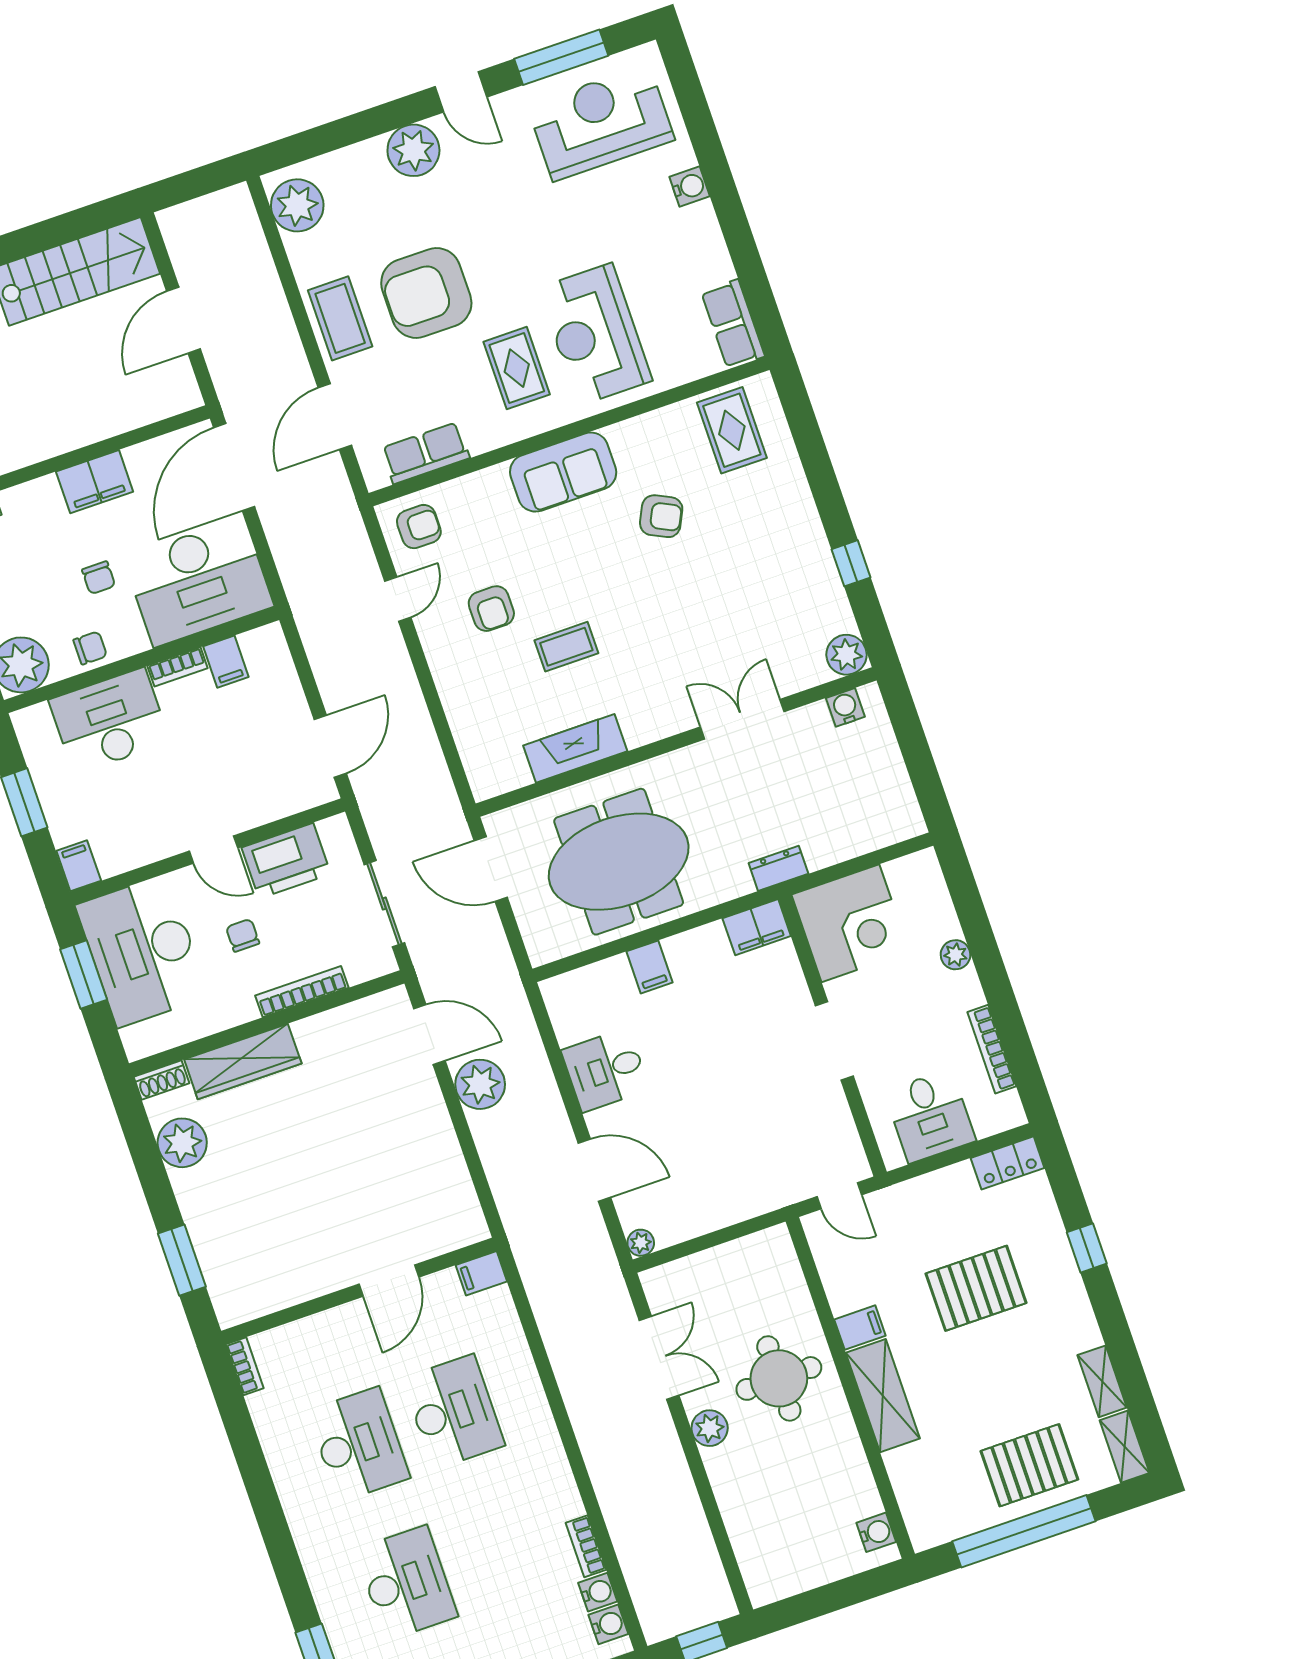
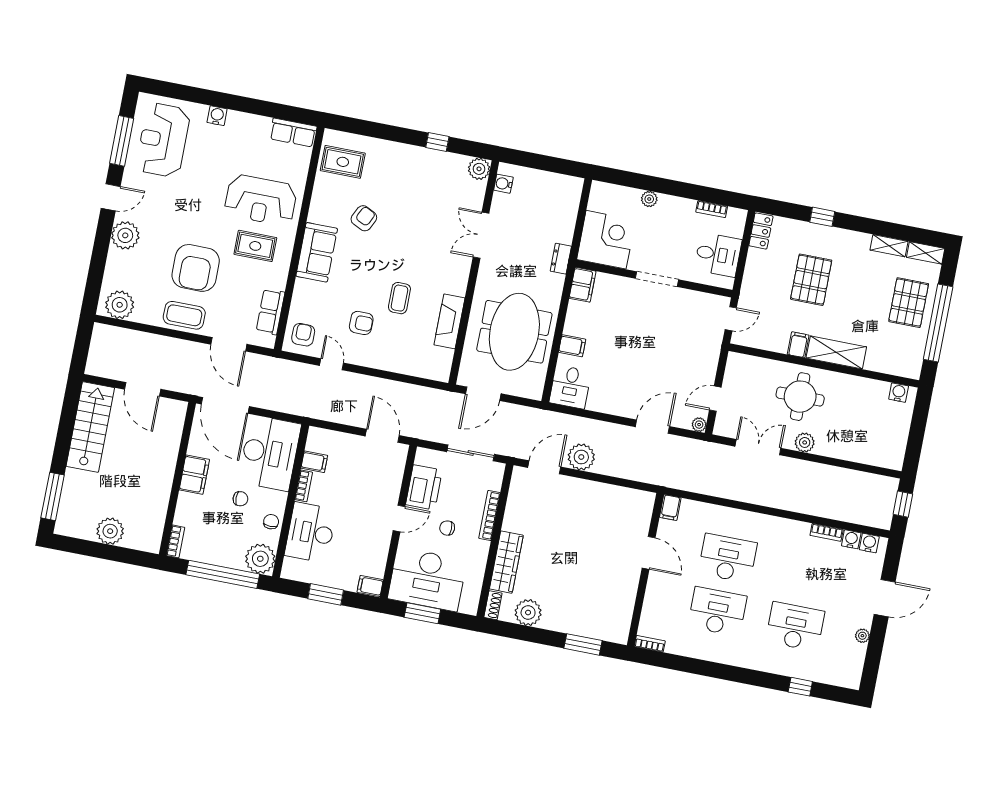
bookcase: (992, 1049) -> (712, 209), width x0.64
desk: (605, 1070) -> (570, 387), moved
door: (697, 1245) -> (715, 399), added

